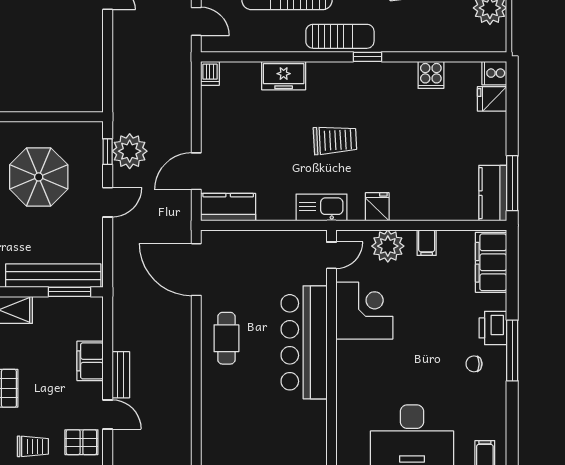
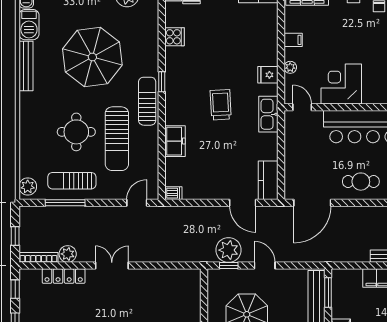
plant: (388, 246) -> (290, 67), width x0.53, depth x0.53

